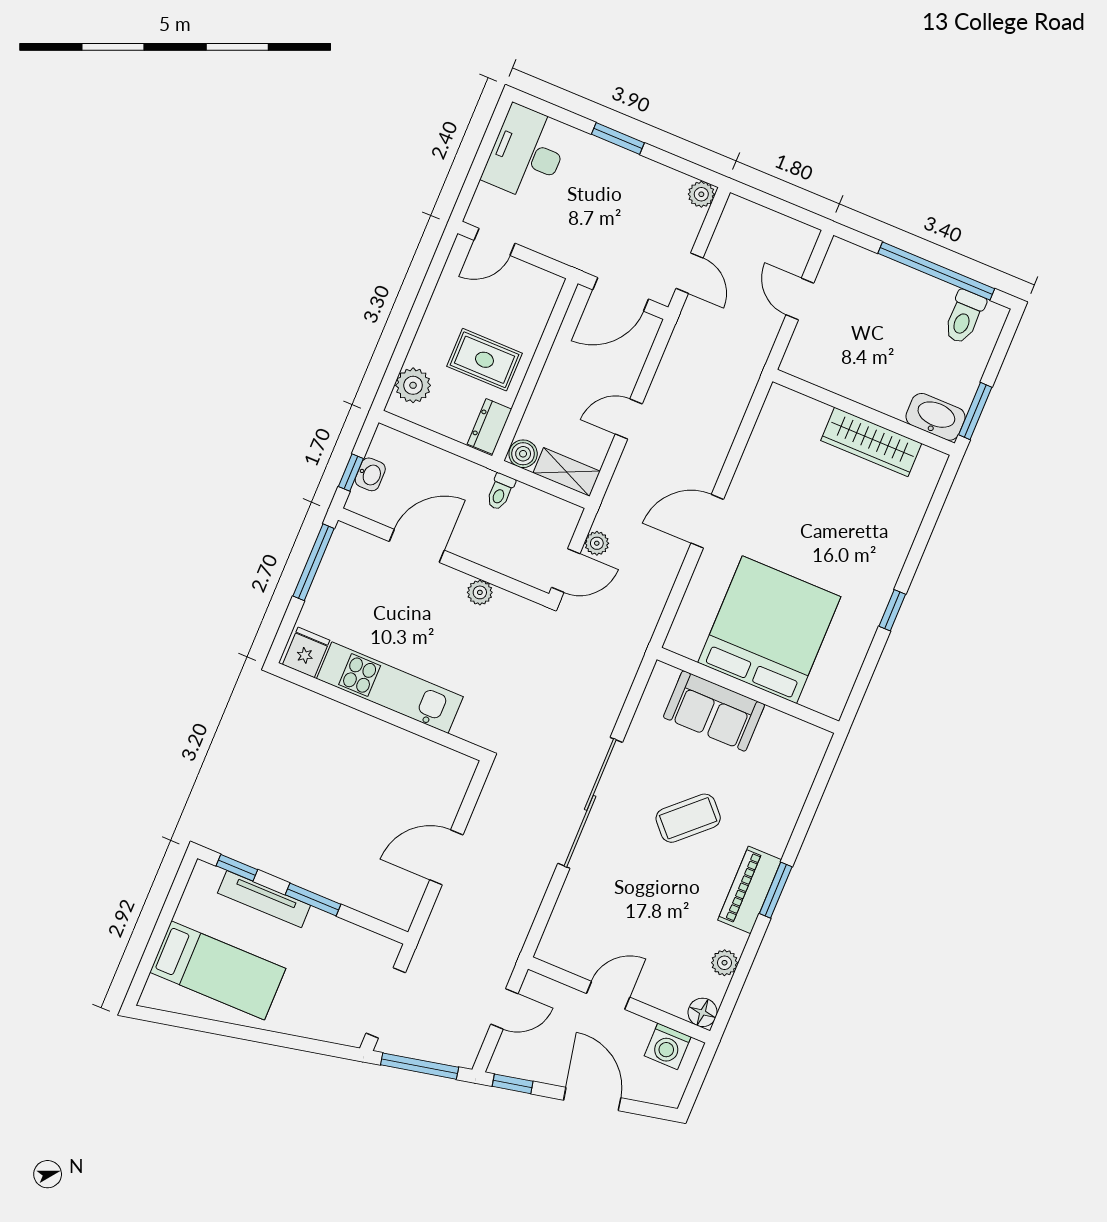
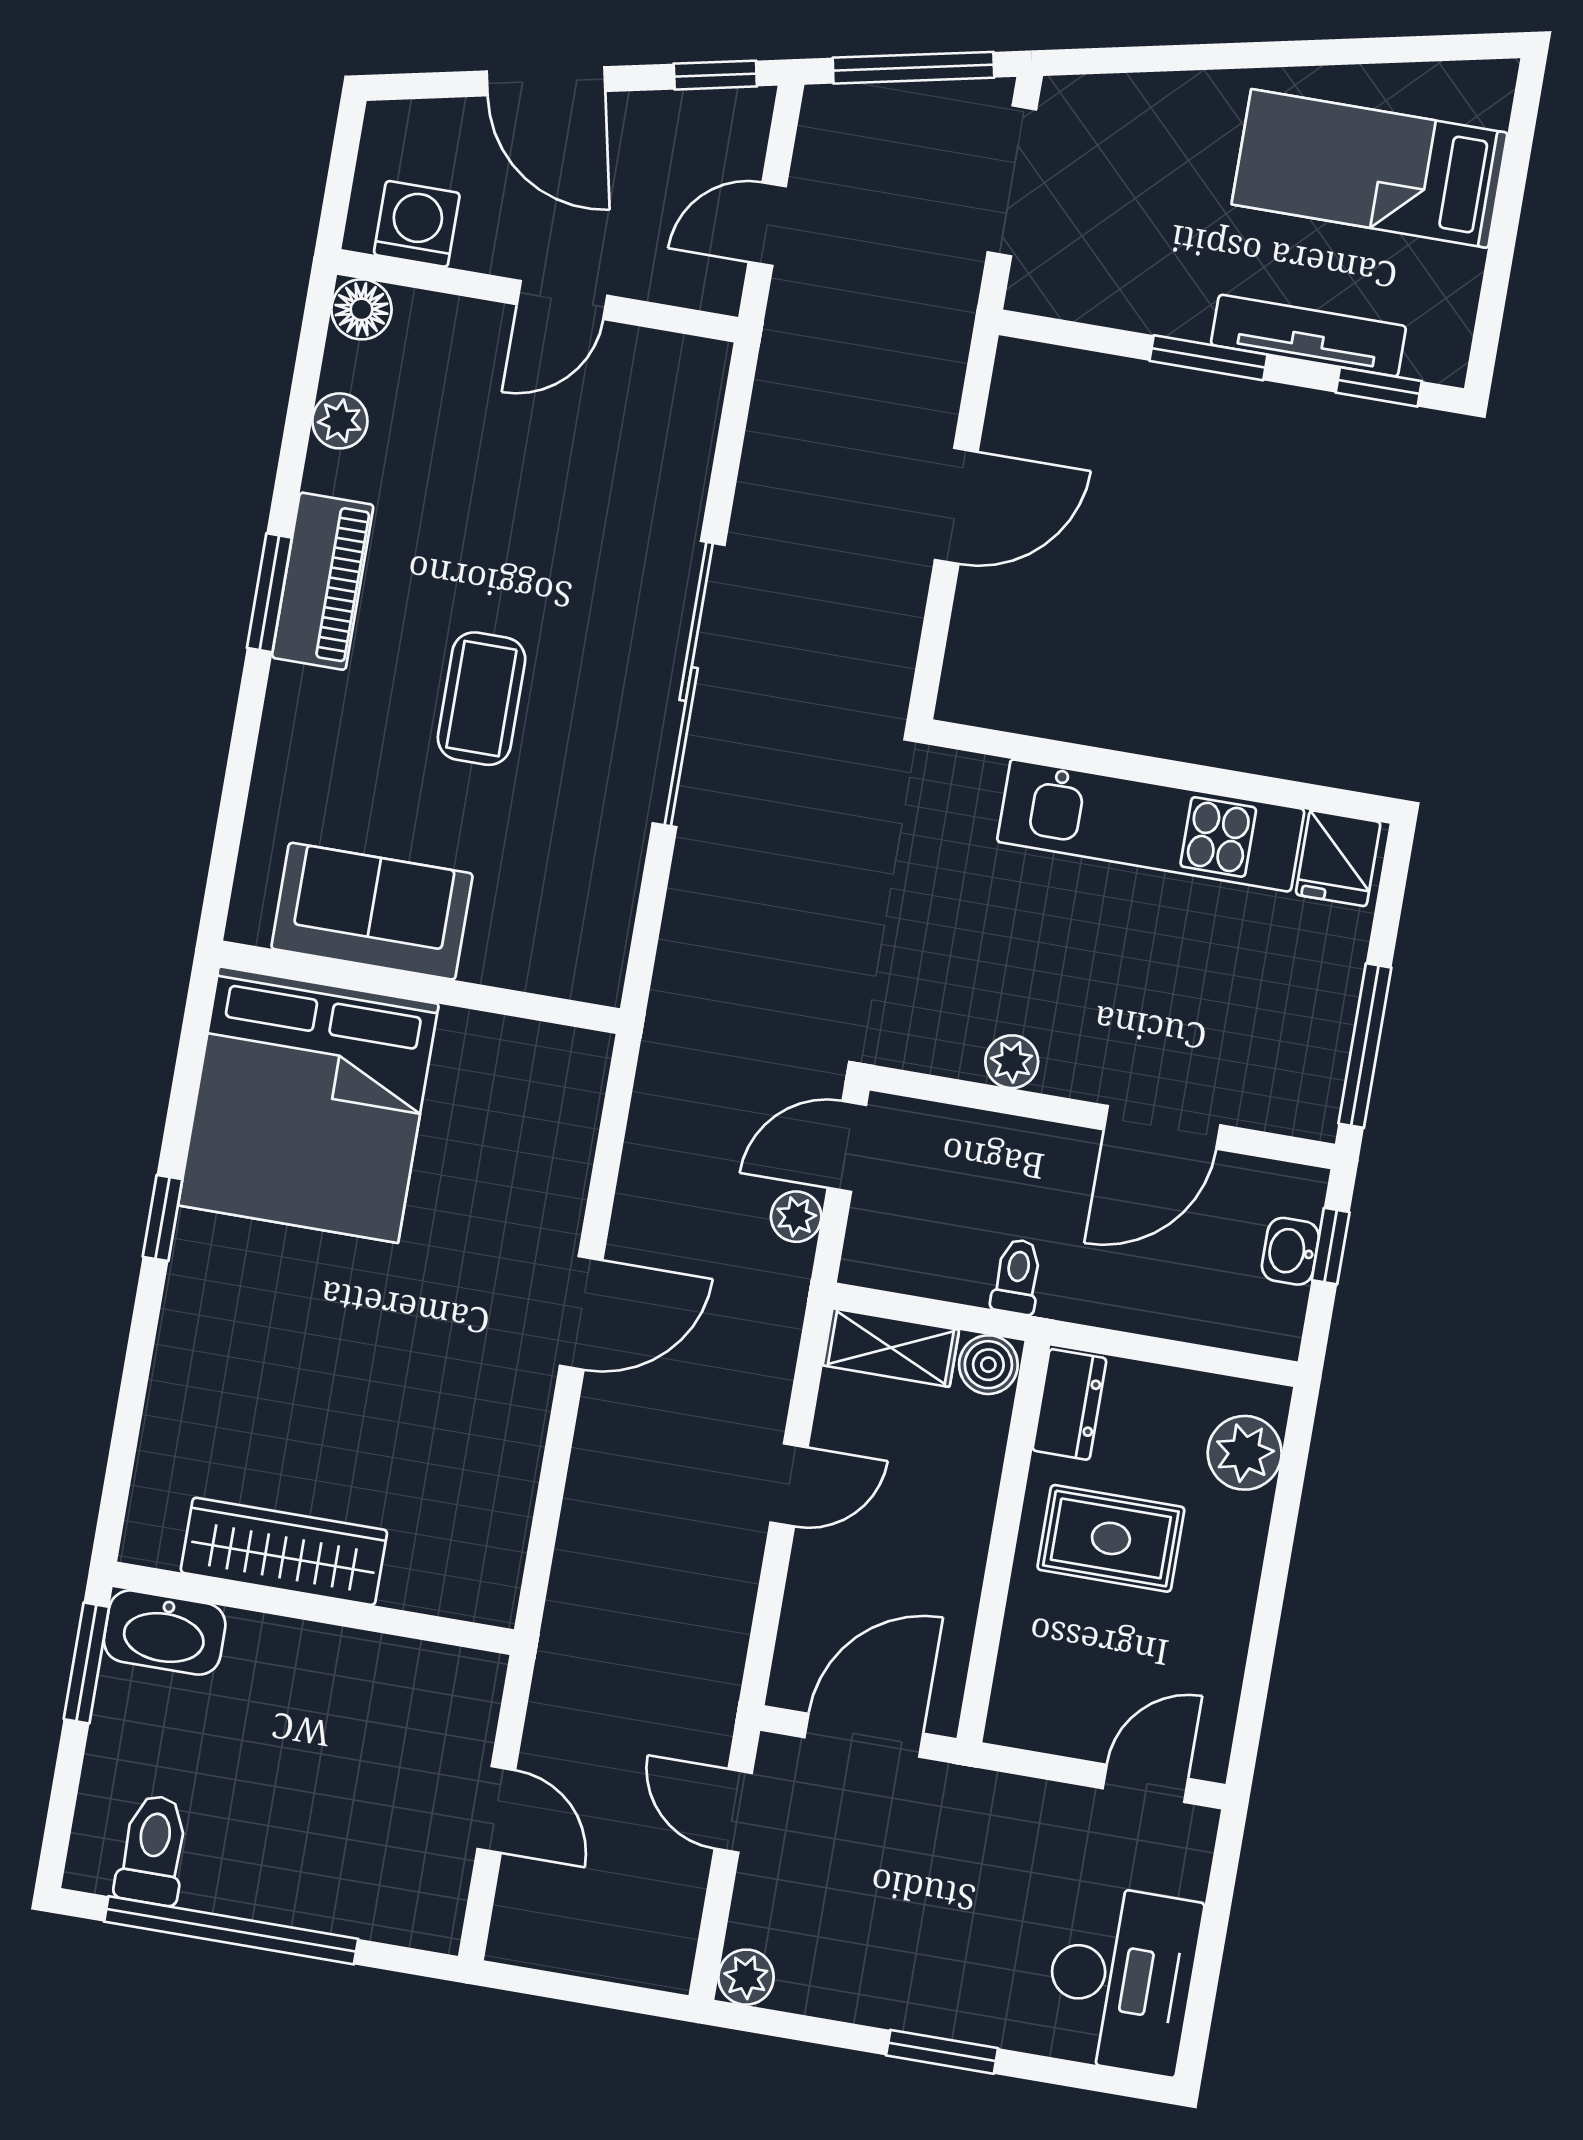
bed: (769, 630) -> (308, 1105), moved
sofa: (714, 711) -> (372, 911), moved
coffee table: (688, 818) -> (482, 699), turned -47

